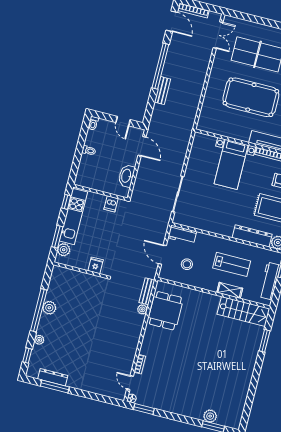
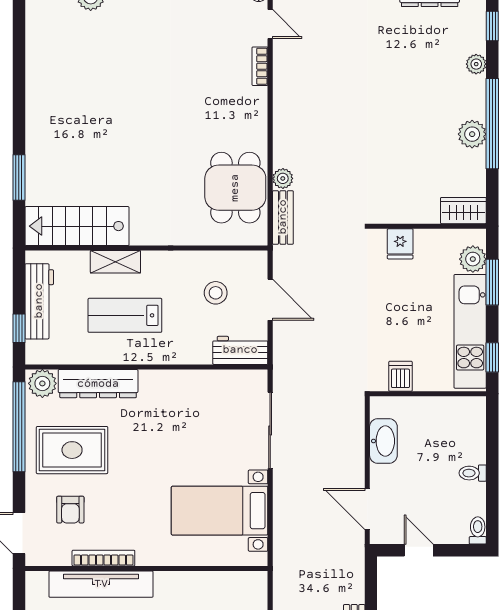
bed with nightstands: (231, 164) -> (220, 511), moved, turned -90
wardrobe: (62, 273) -> (463, 211), added

